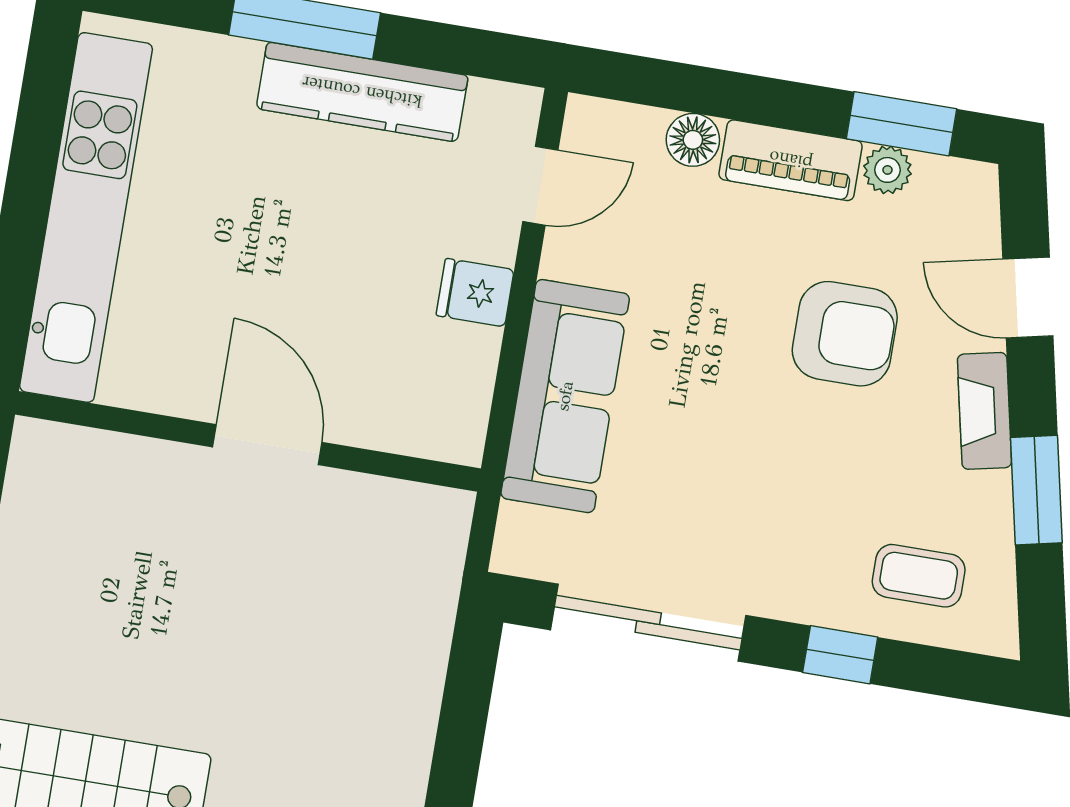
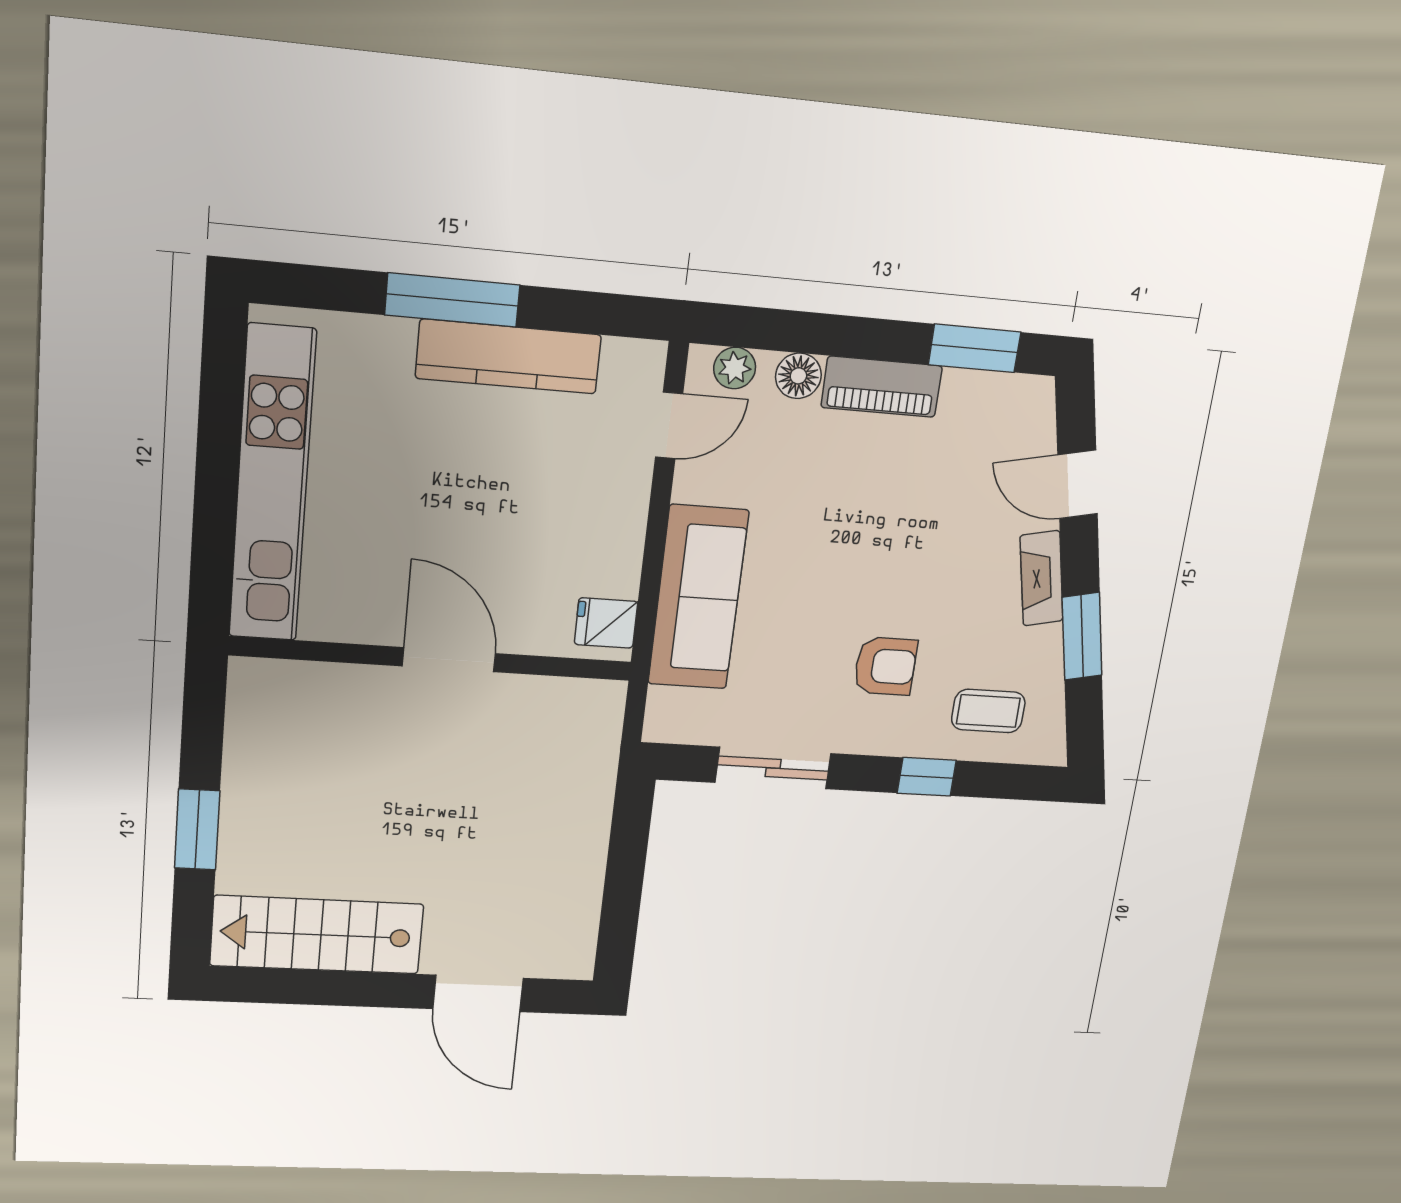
plant: (887, 170) -> (735, 368), moved
fridge: (475, 293) -> (606, 623), moved
armchair: (845, 334) -> (885, 666), moved, width x0.72, depth x0.72
sliding door: (648, 623) -> (773, 768), width x0.73

